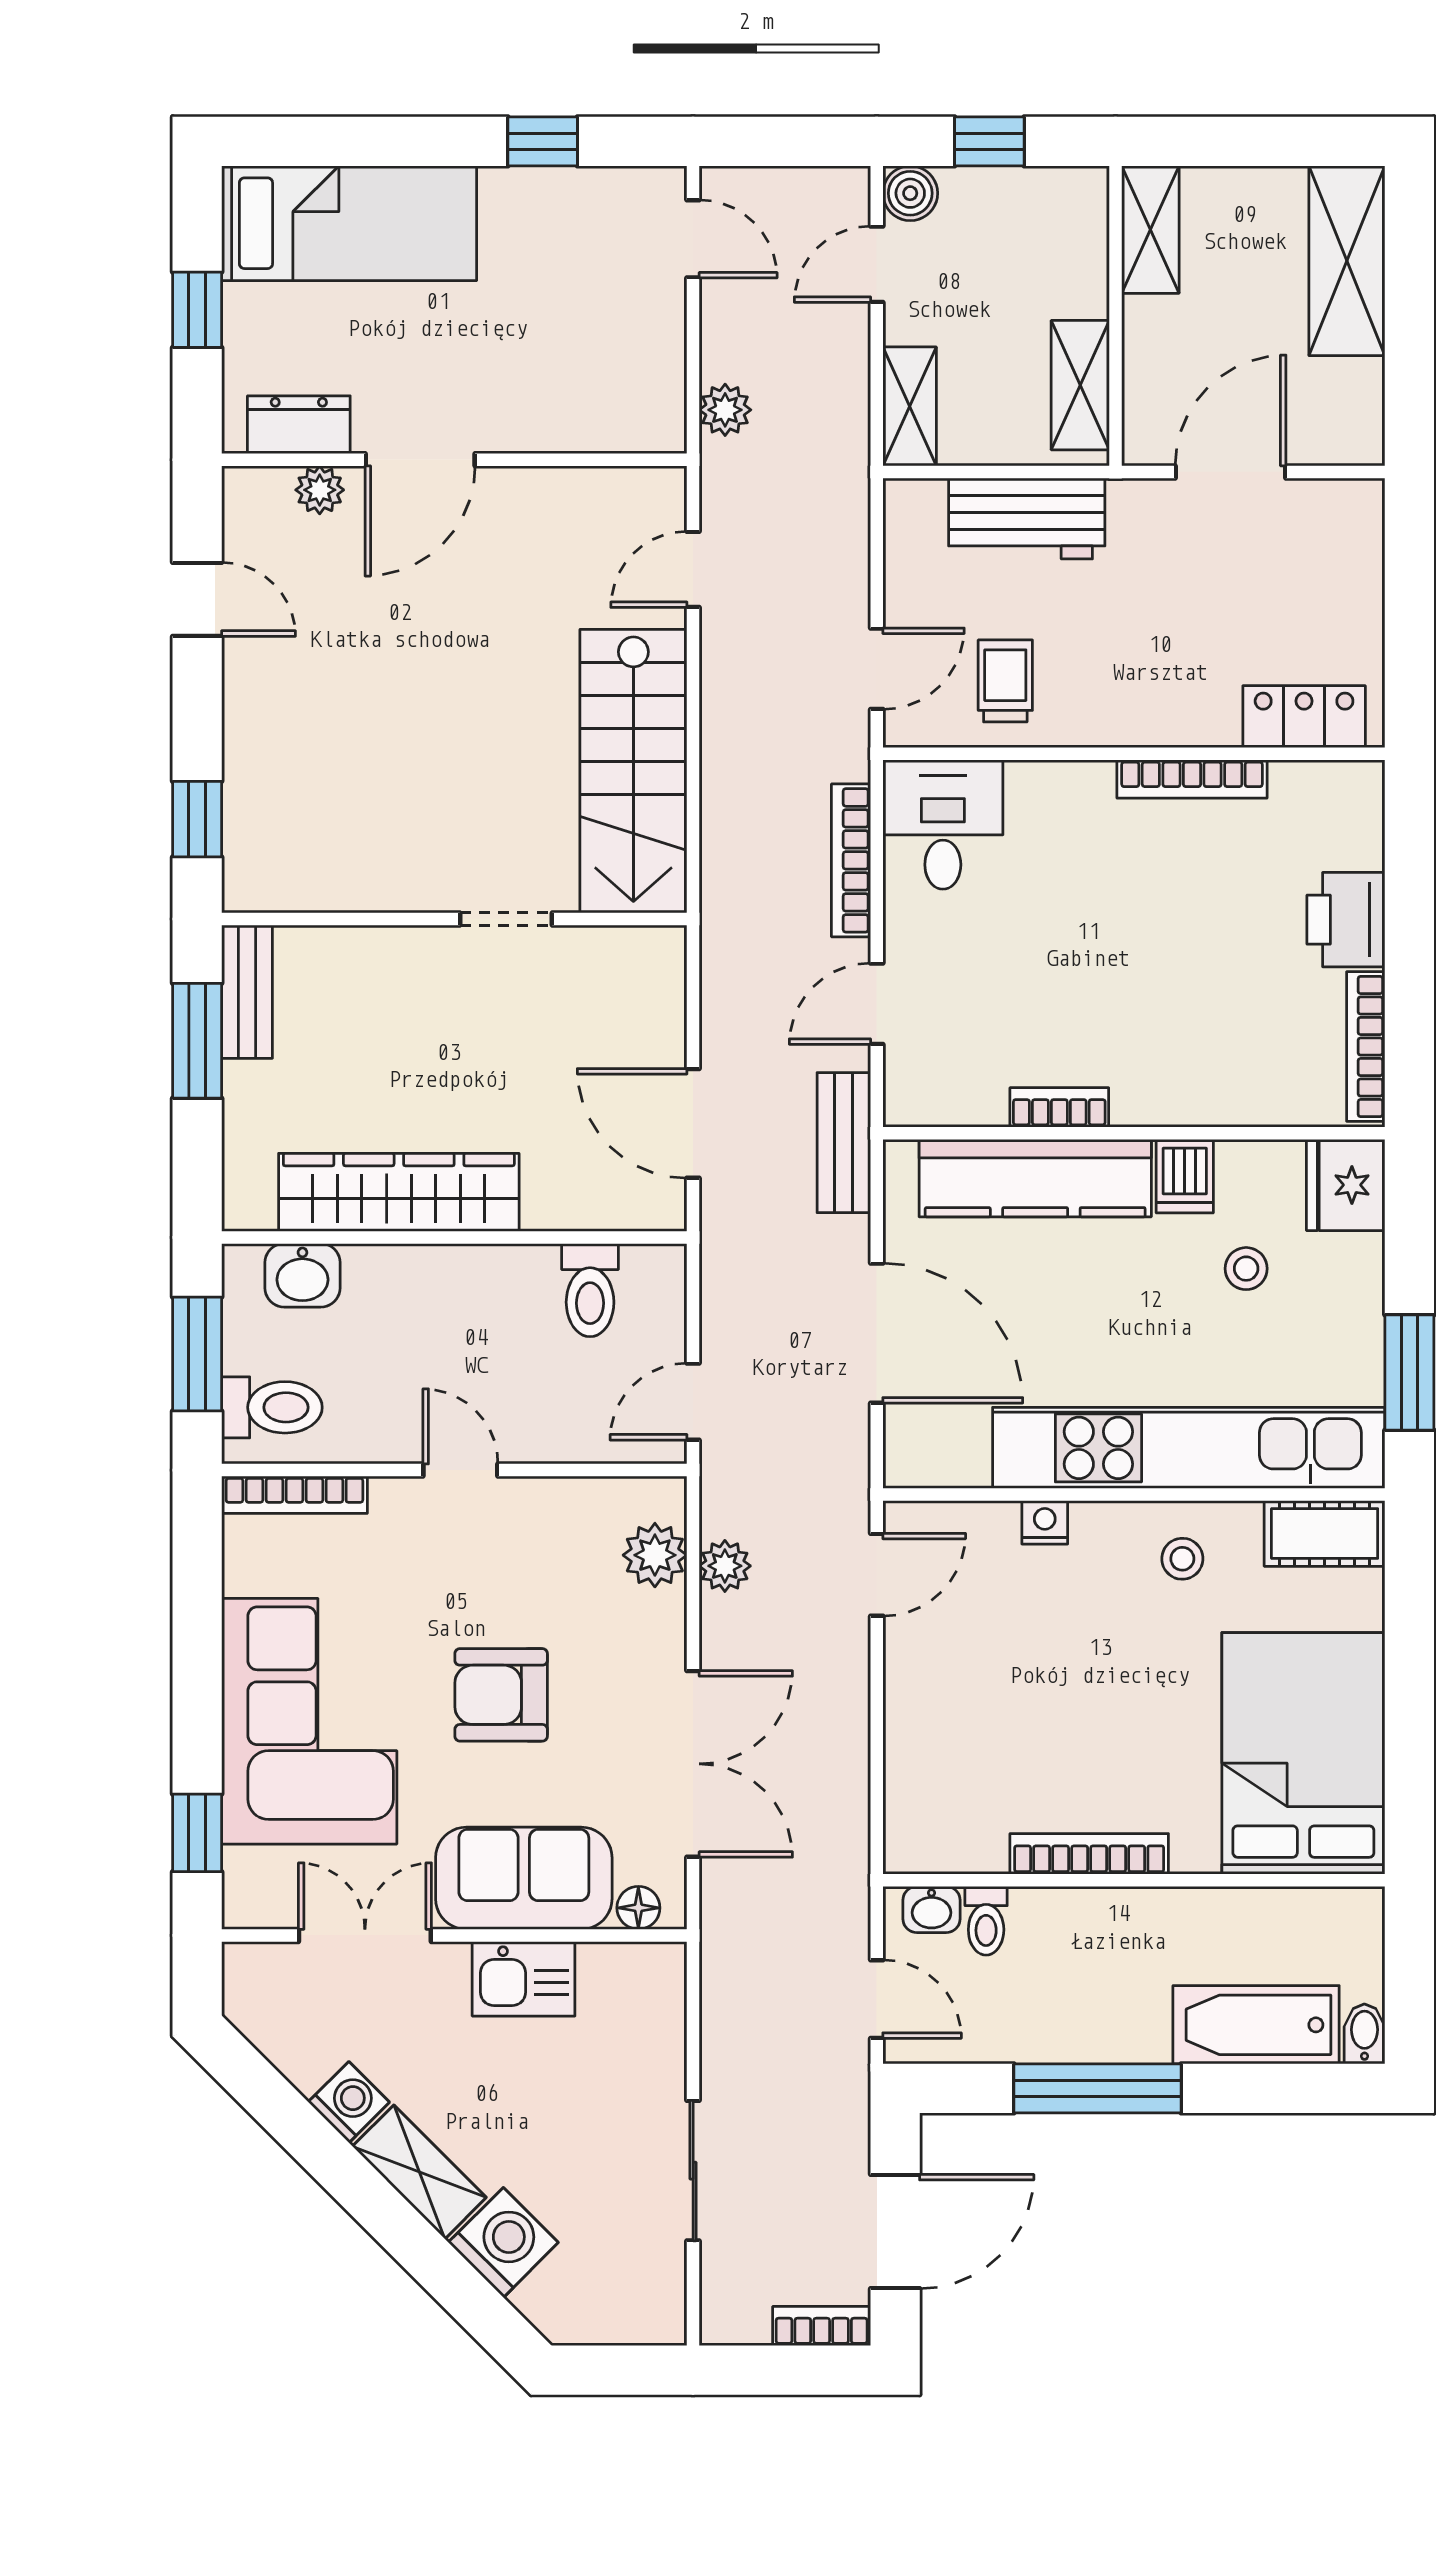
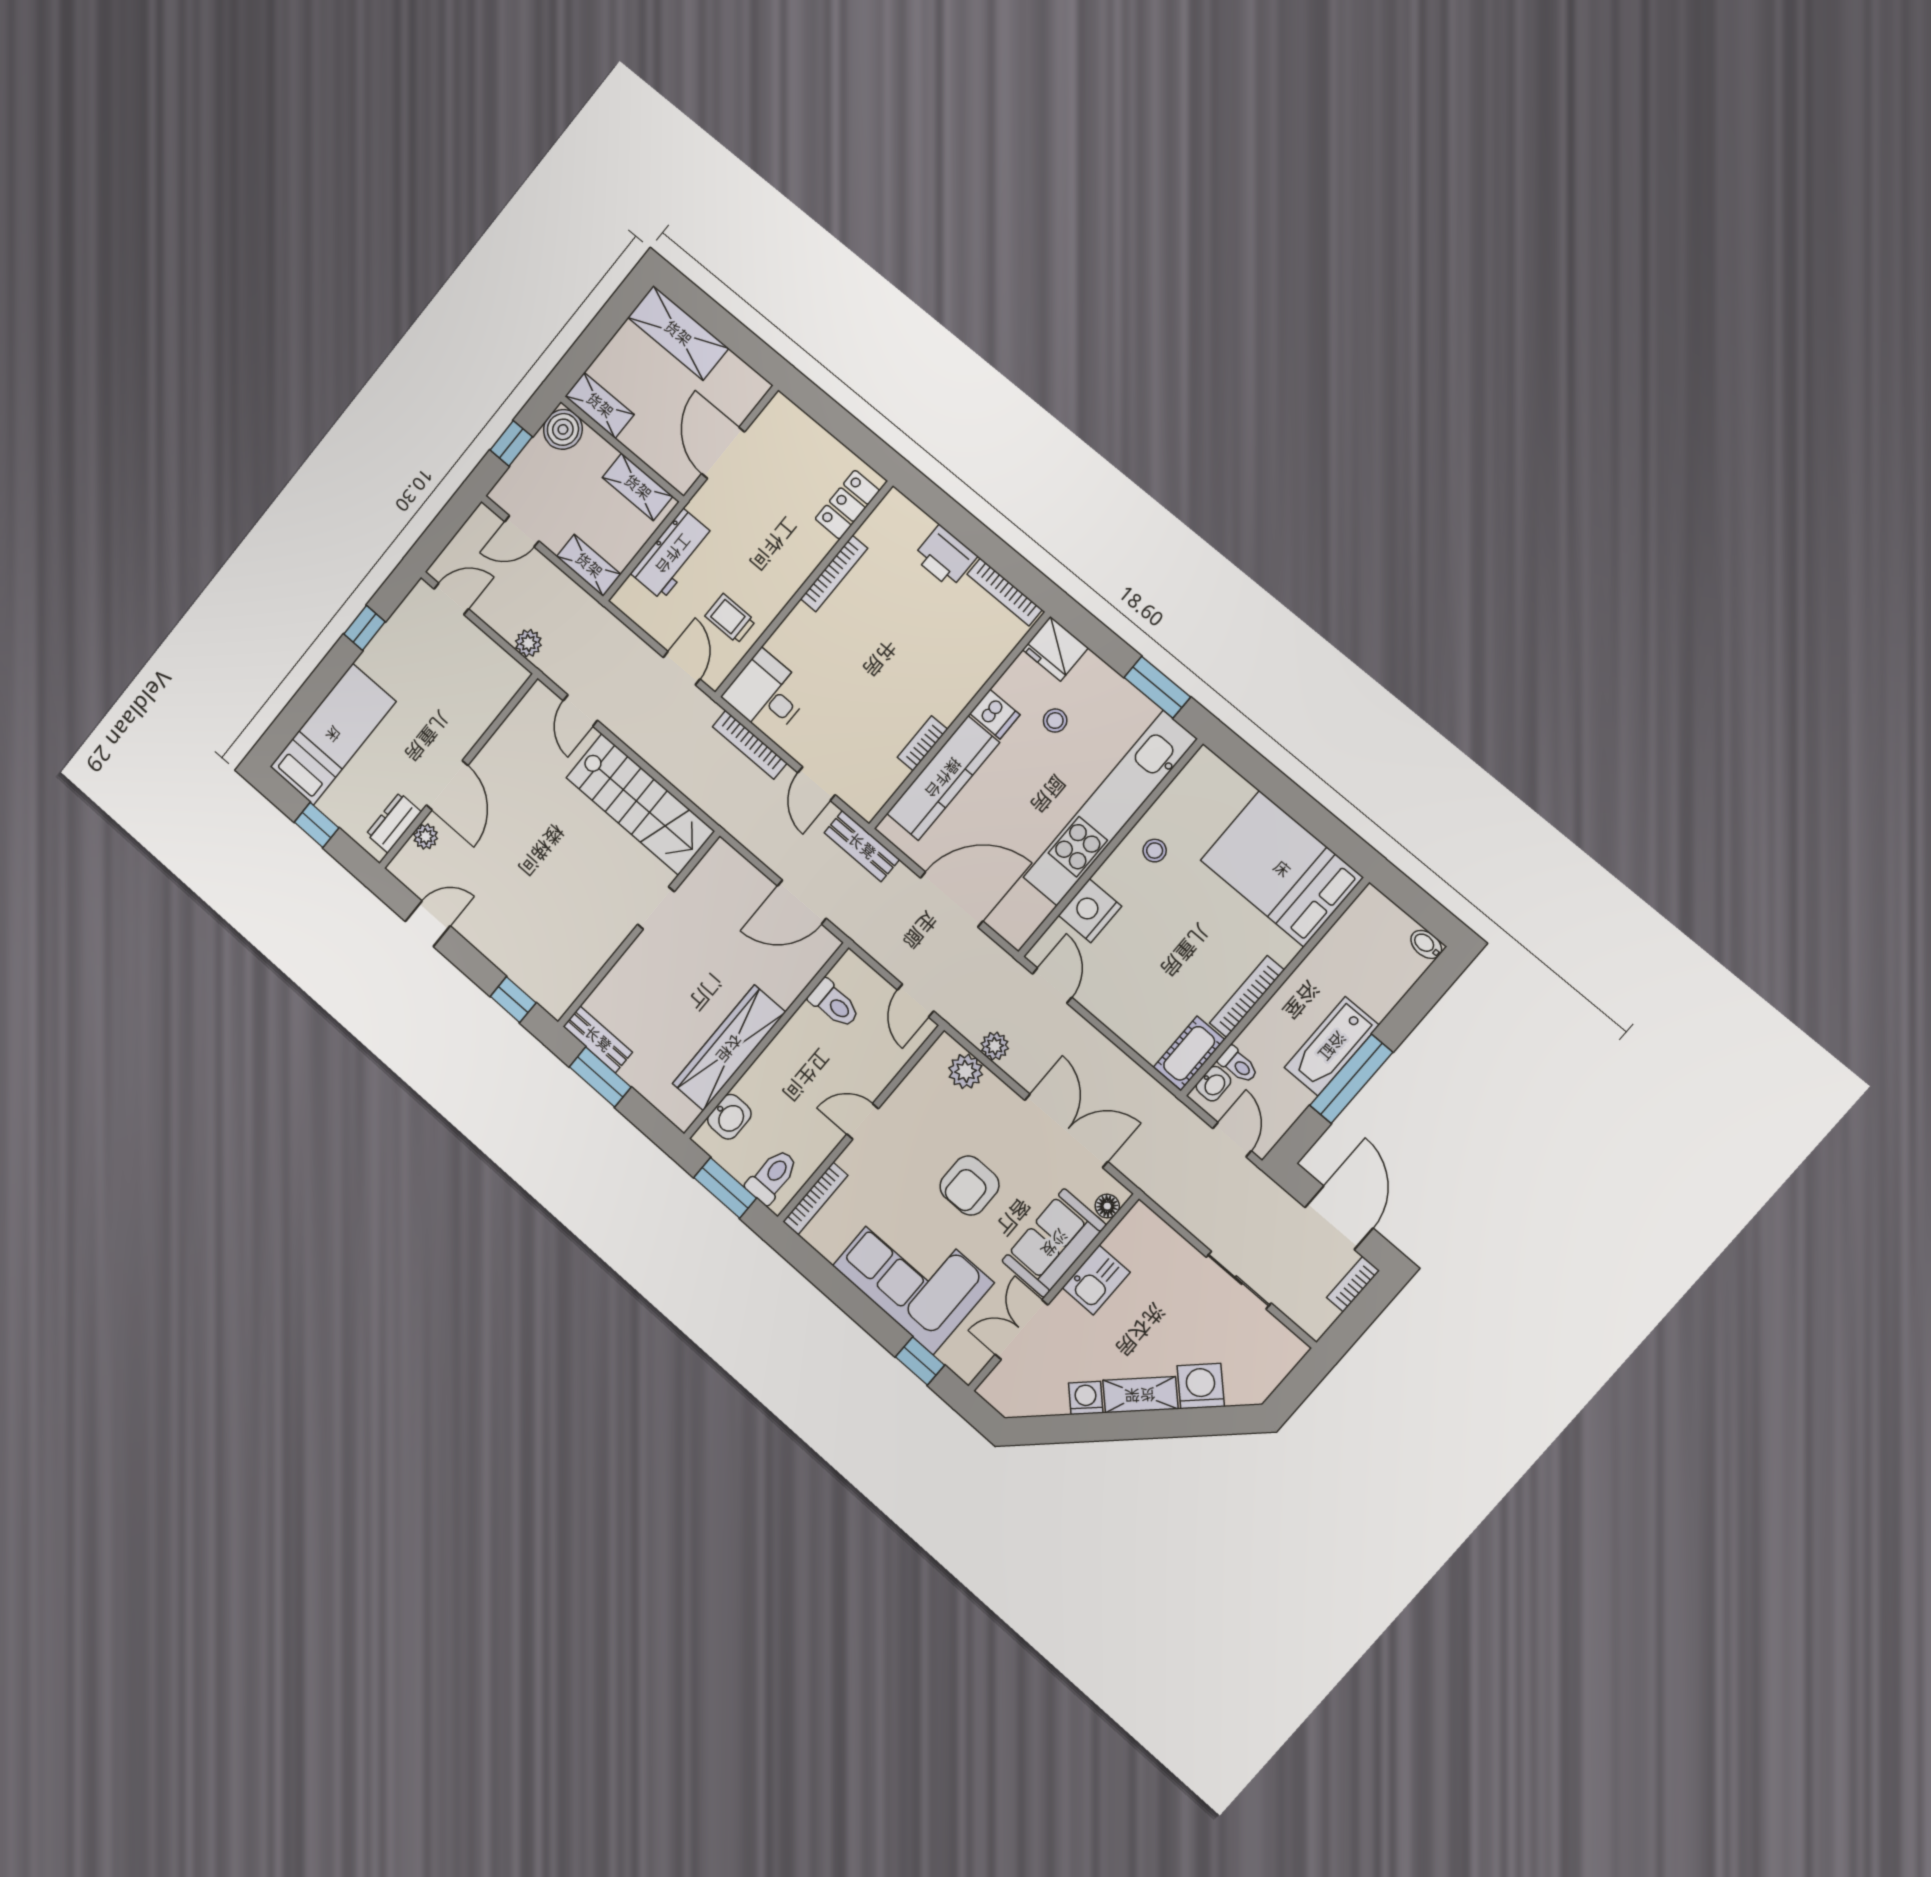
boiler: (910, 193) -> (563, 429), moved, width x1.36, depth x1.36
door: (877, 264) -> (522, 531), hinge flipped
nightstand: (1045, 1522) -> (1090, 911), width x1.89, depth x1.79
cot: (1325, 1533) -> (1189, 1053), moved
door: (877, 1999) -> (1232, 1140), hinge flipped
bathtub: (1256, 2025) -> (1332, 1046), moved

